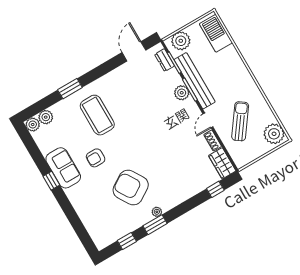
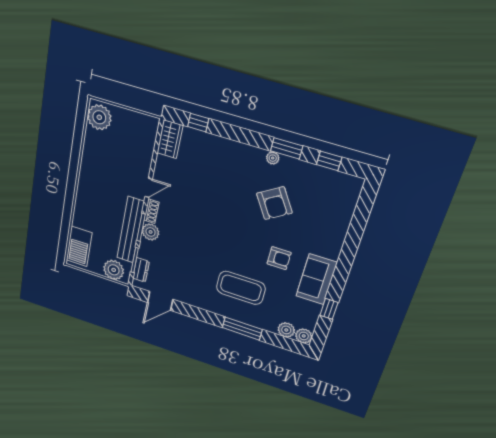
window: (70, 89) -> (242, 329), width x1.44
coffee table: (97, 115) -> (241, 288), turned 90
sun lounger: (240, 121) -> (121, 159), removed
shoe rack: (213, 140) -> (151, 211), moved
window: (51, 181) -> (329, 309), moved
armchair: (131, 188) -> (274, 203), width x0.73, depth x0.73

